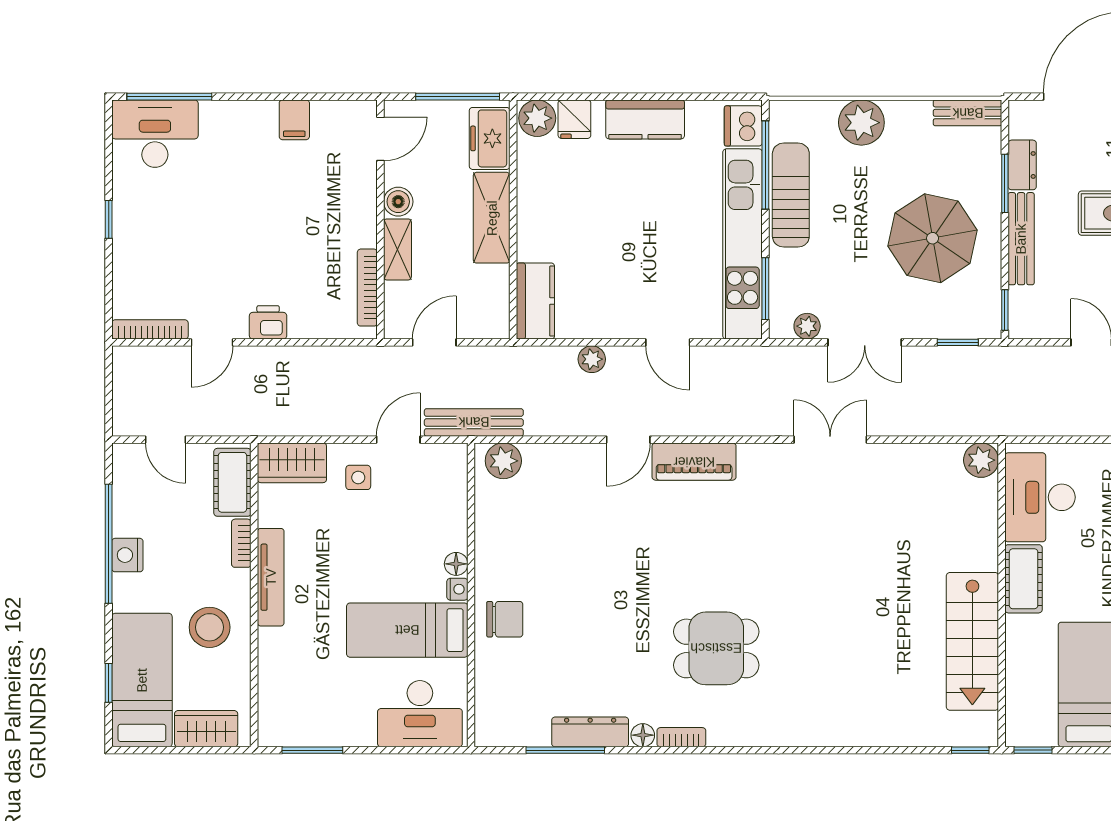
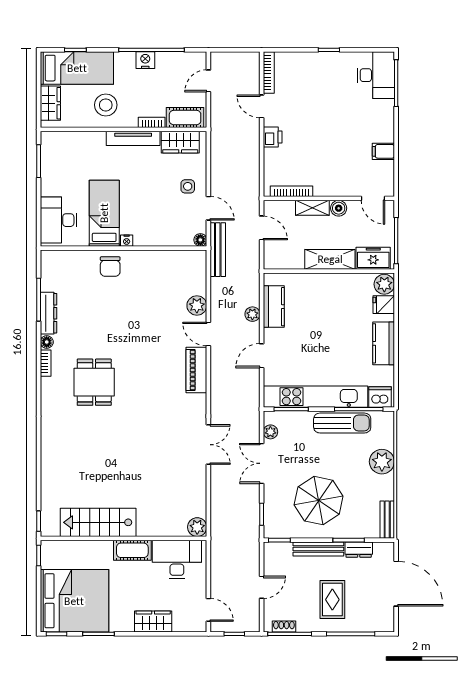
kitchen counter: (535, 301) -> (274, 307), moved, turned -90
plant: (503, 461) -> (197, 306), moved
wardrobe: (292, 463) -> (180, 142), moved, turned -90
floor lamp: (456, 564) -> (200, 240), moved

